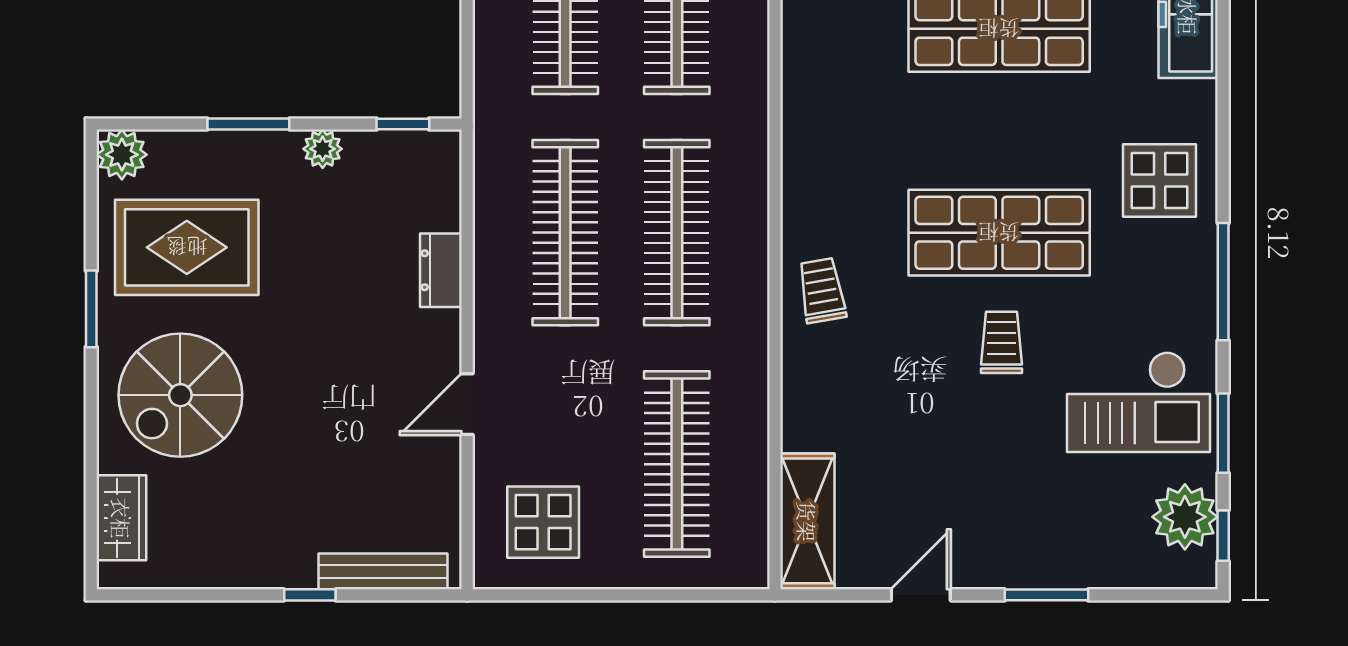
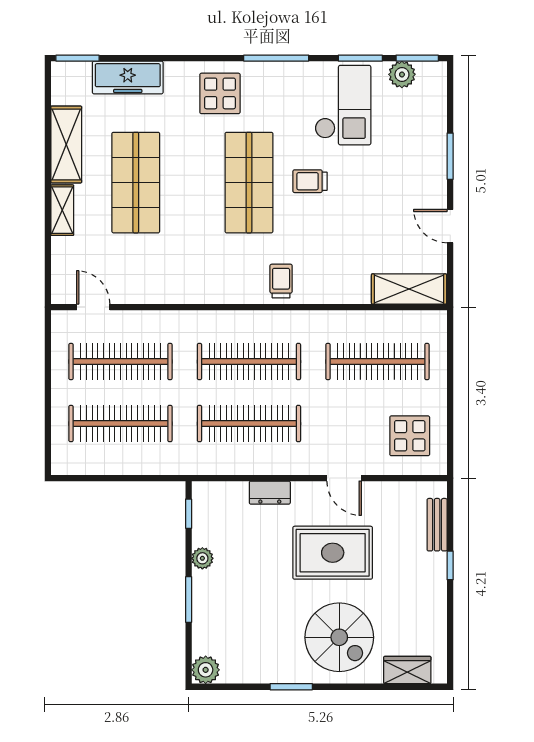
rug: (187, 247) -> (333, 553), moved, turned 90
trolley: (822, 290) -> (281, 281), turned 100
plant: (1185, 517) -> (402, 74), width x0.73, depth x0.73
window: (1223, 536) -> (417, 58), width x1.50
bench: (383, 571) -> (437, 525), width x0.73

